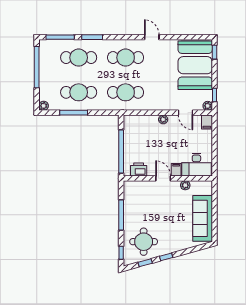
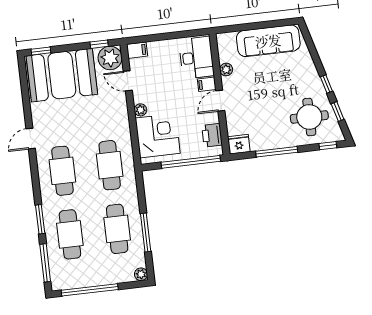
plant: (208, 106) -> (110, 58), width x1.87, depth x1.87
door: (185, 113) -> (128, 81), swing flipped
corner desk: (143, 130) -> (158, 136), added
fridge: (130, 188) -> (239, 144), added

